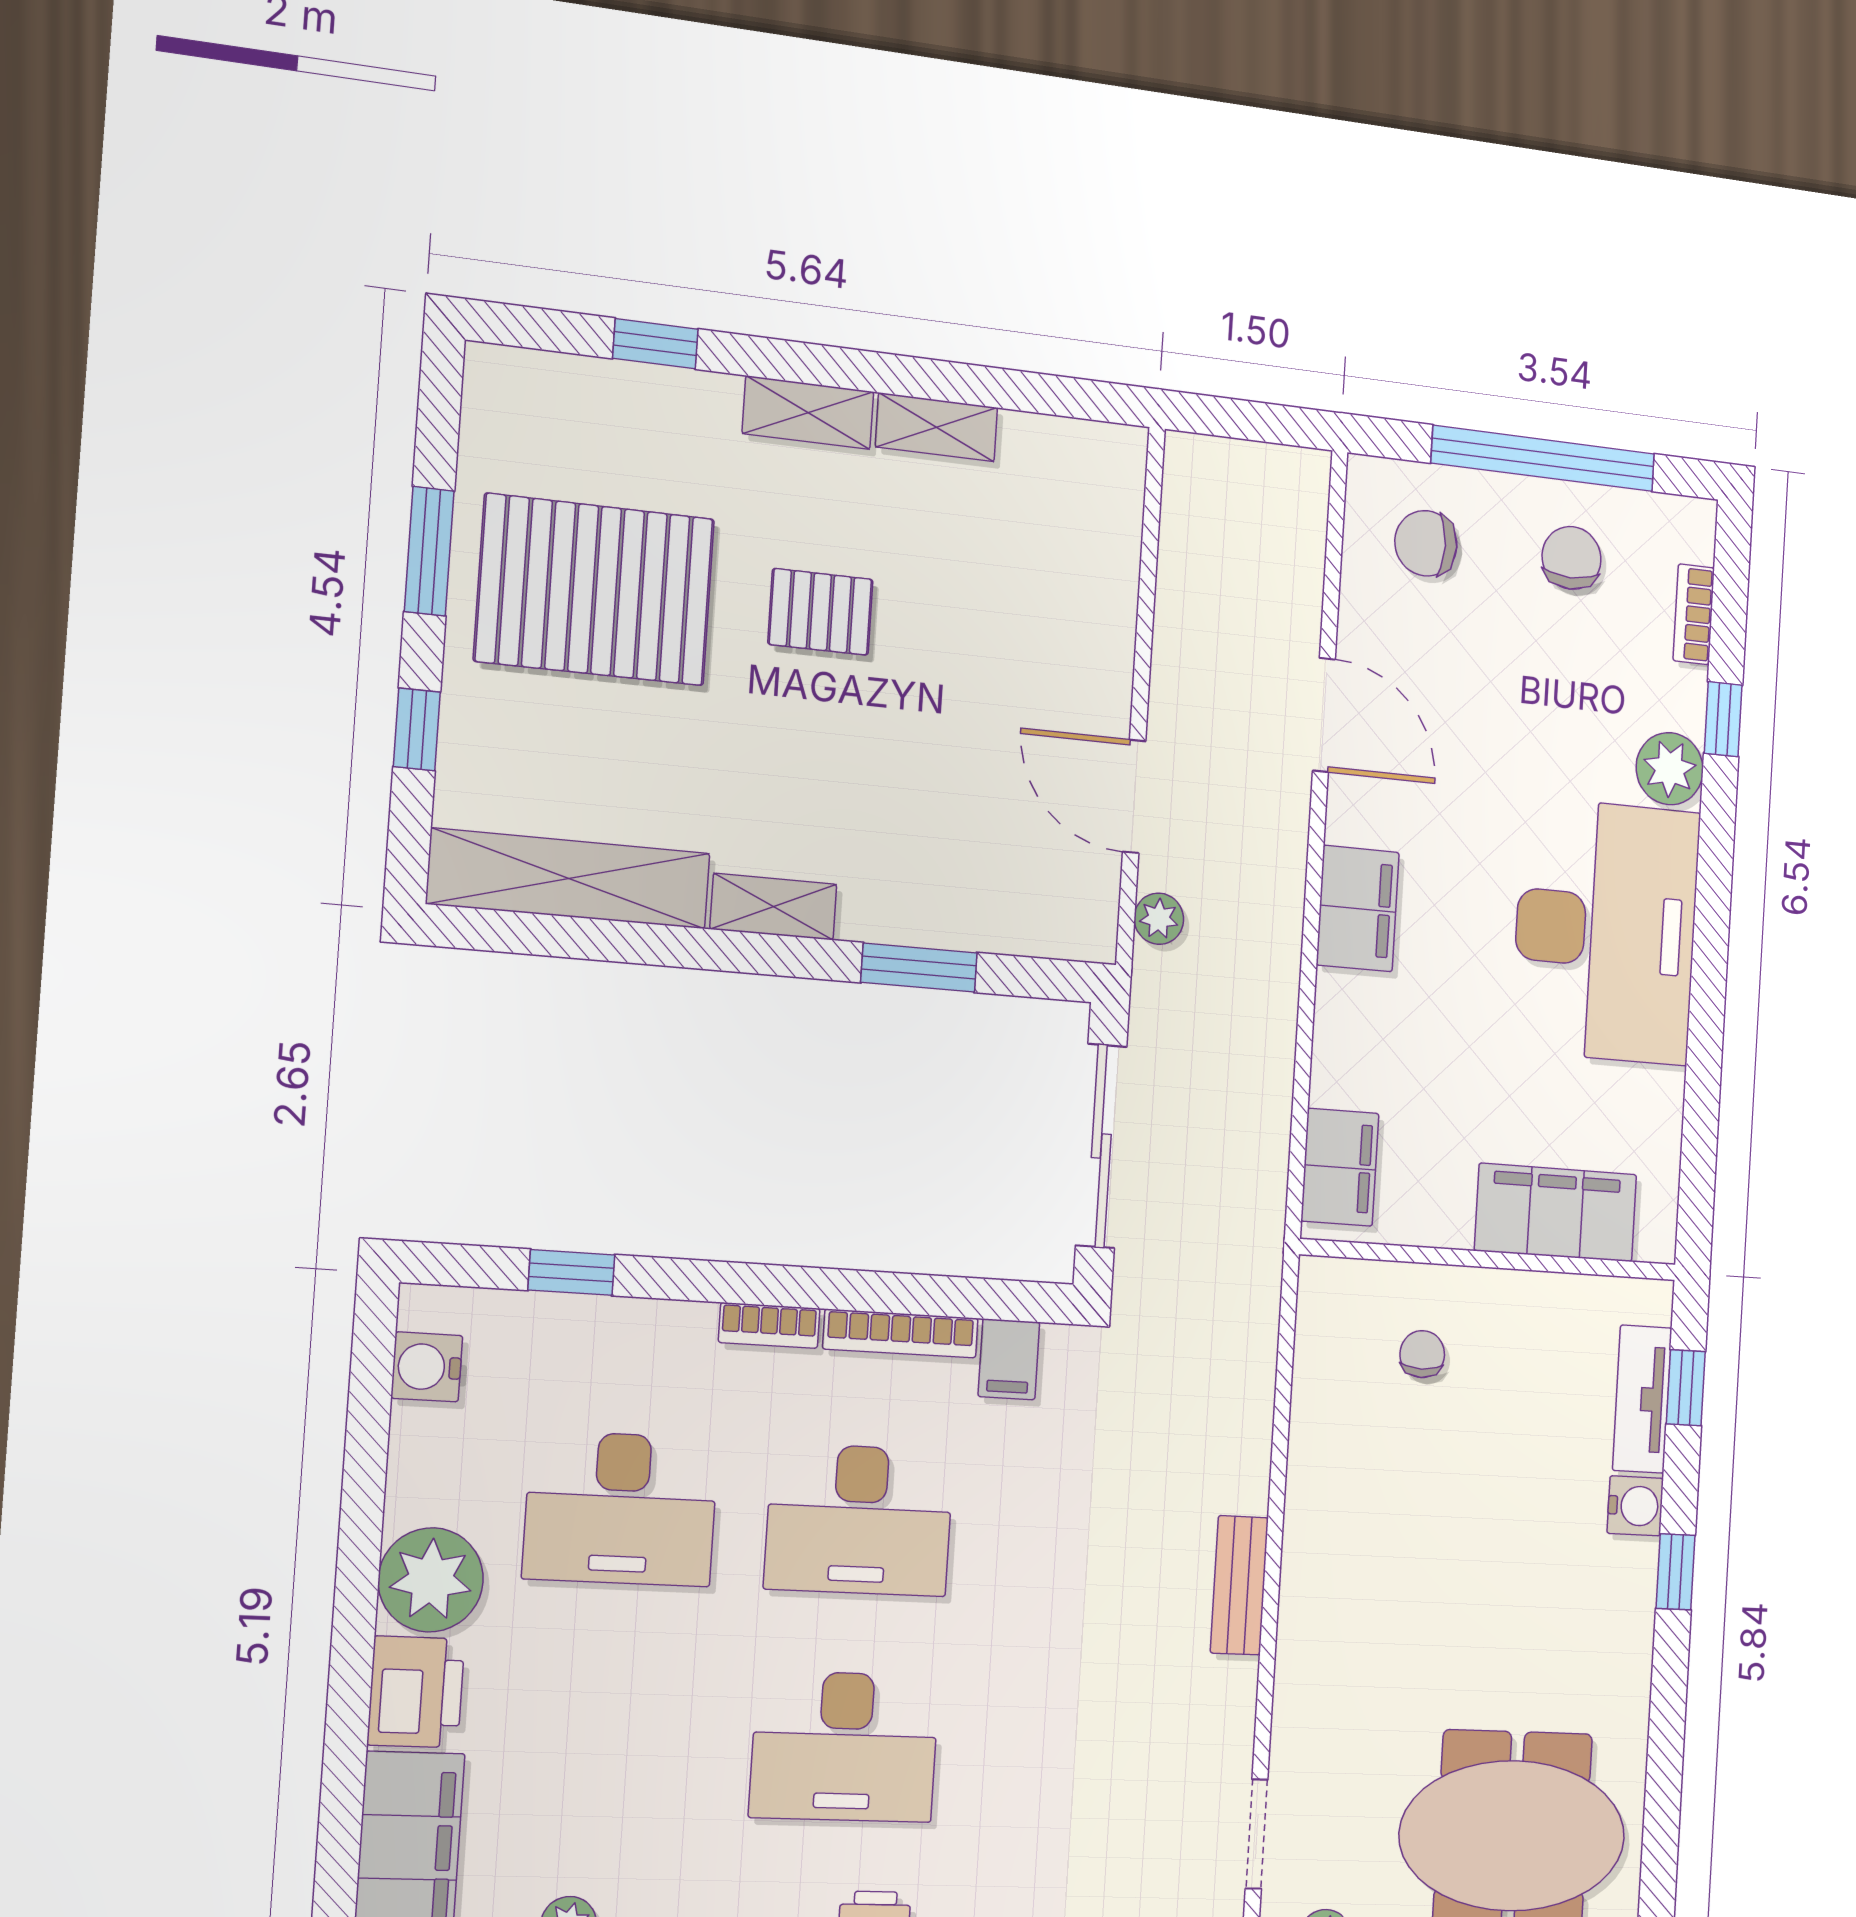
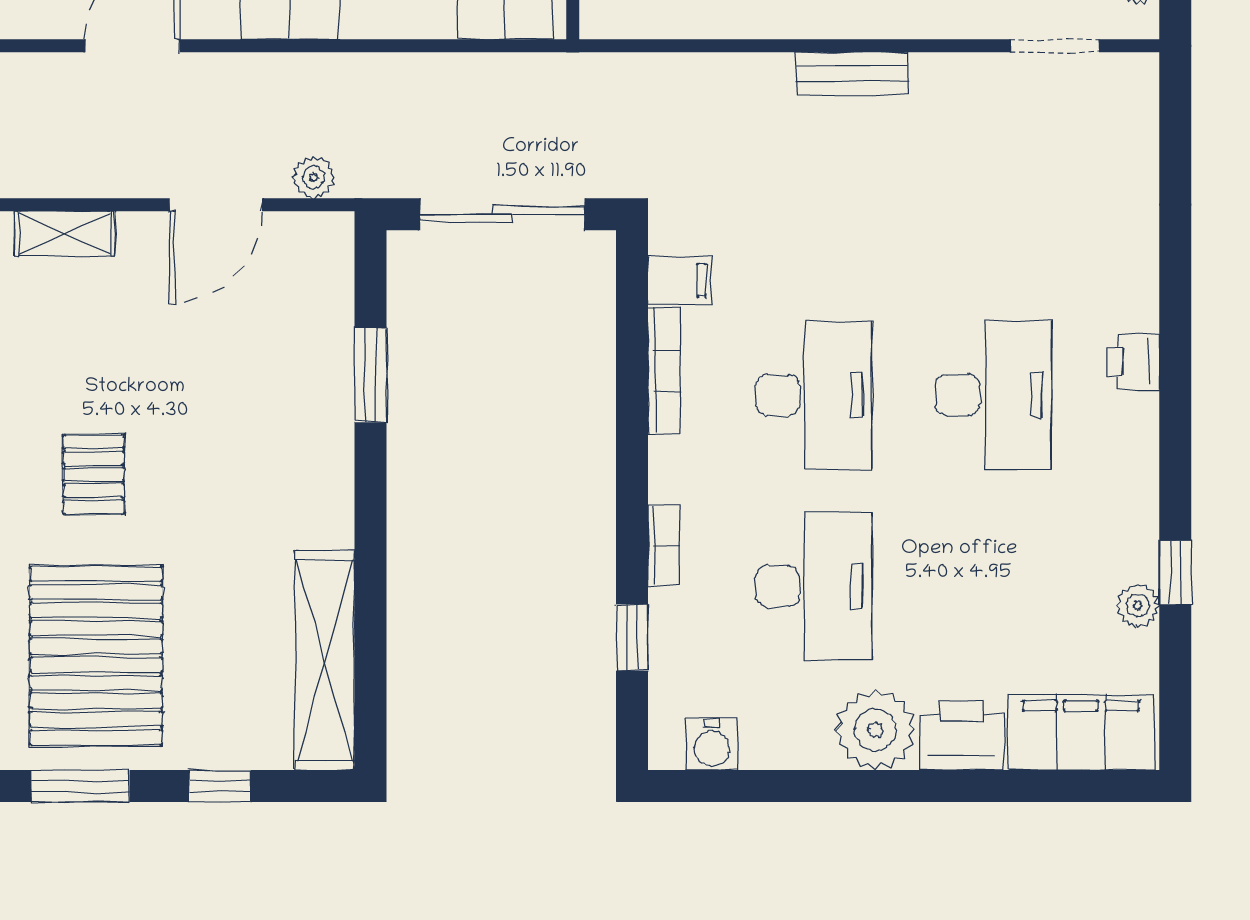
shelving: (773, 907) -> (65, 233), moved, turned 90
bookcase: (769, 1325) -> (664, 546), moved

